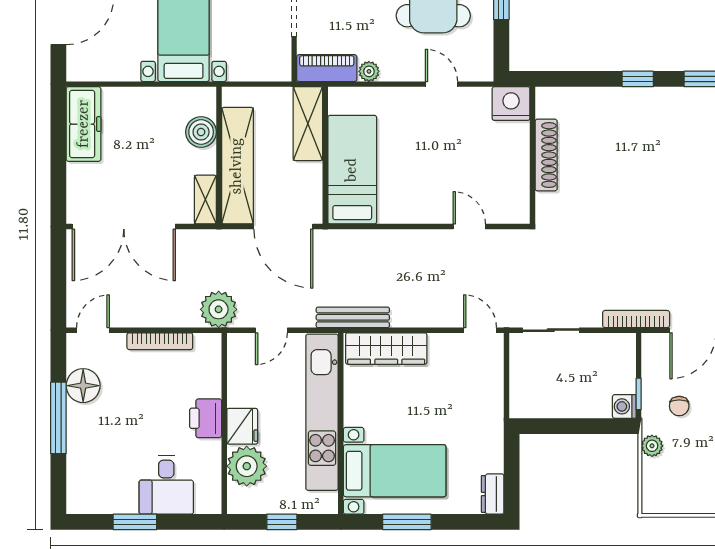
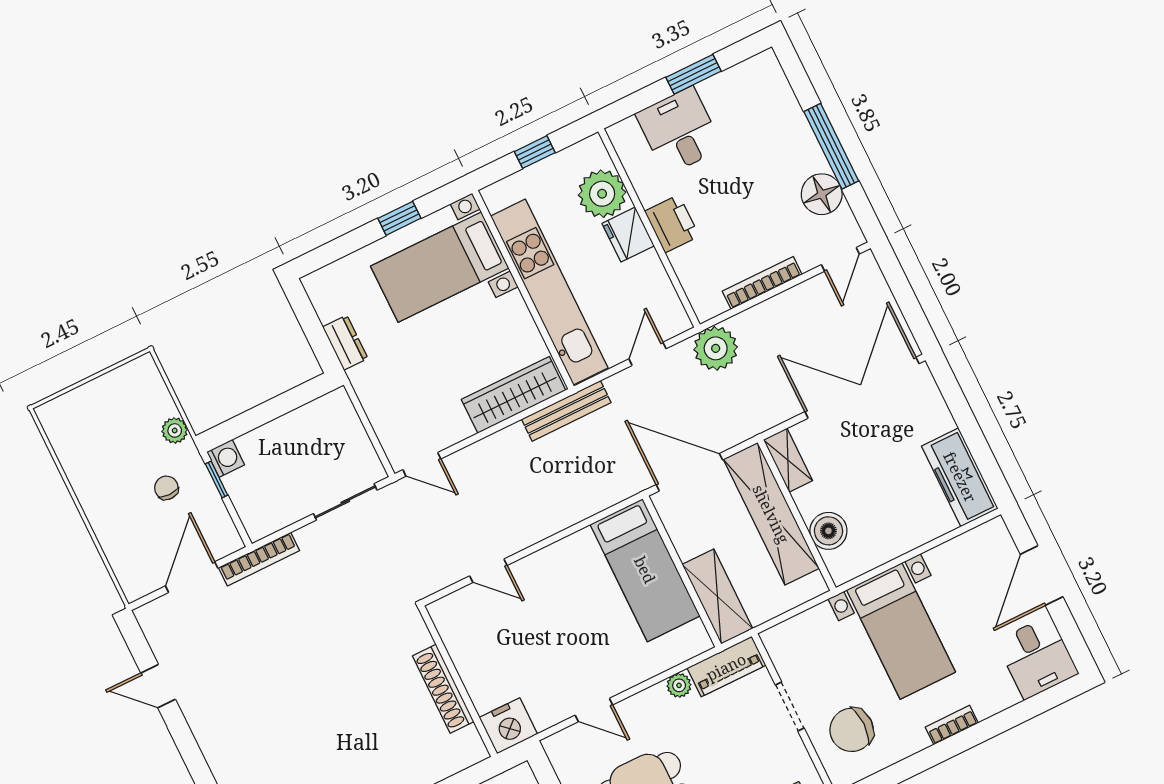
dresser: (493, 494) -> (345, 343), moved
window: (407, 522) -> (399, 218), width x0.67

